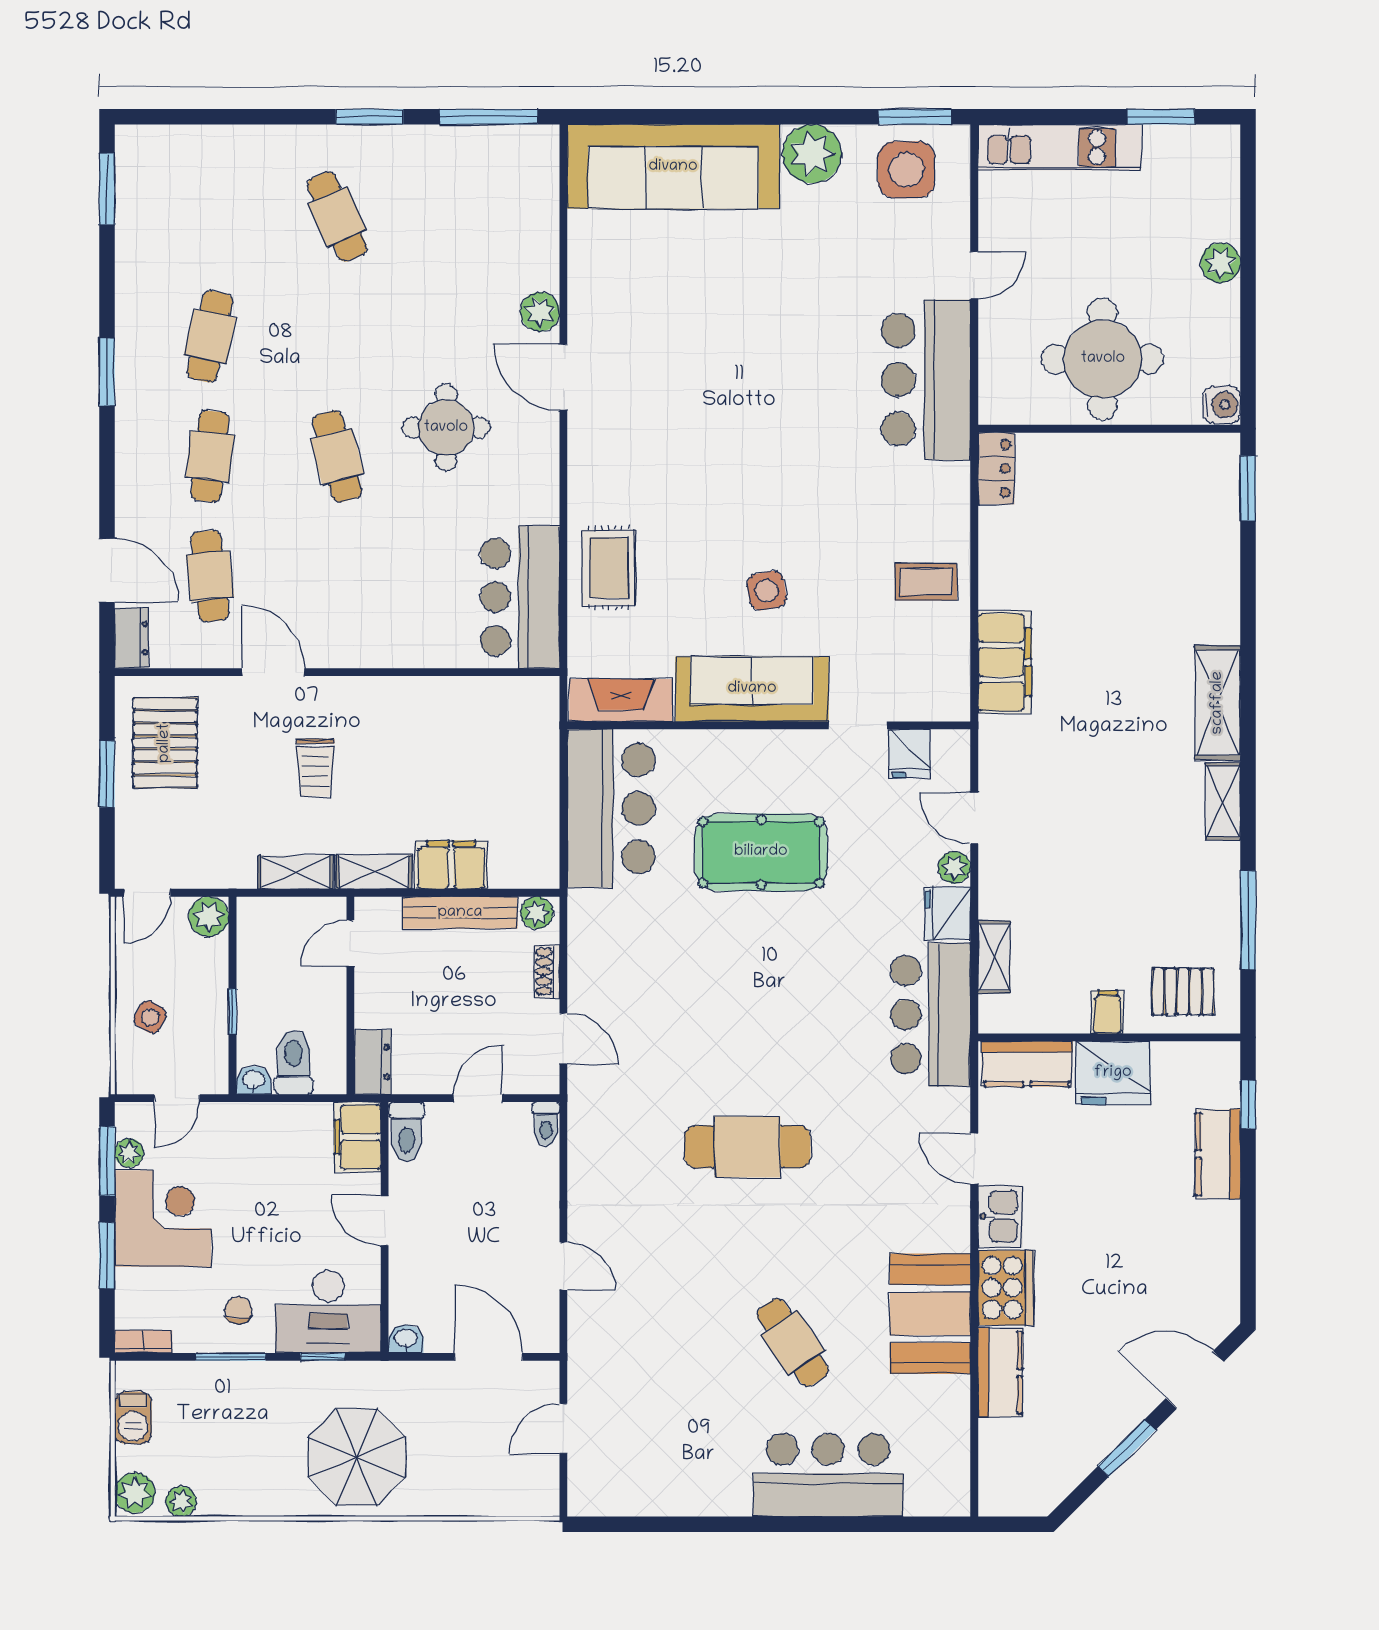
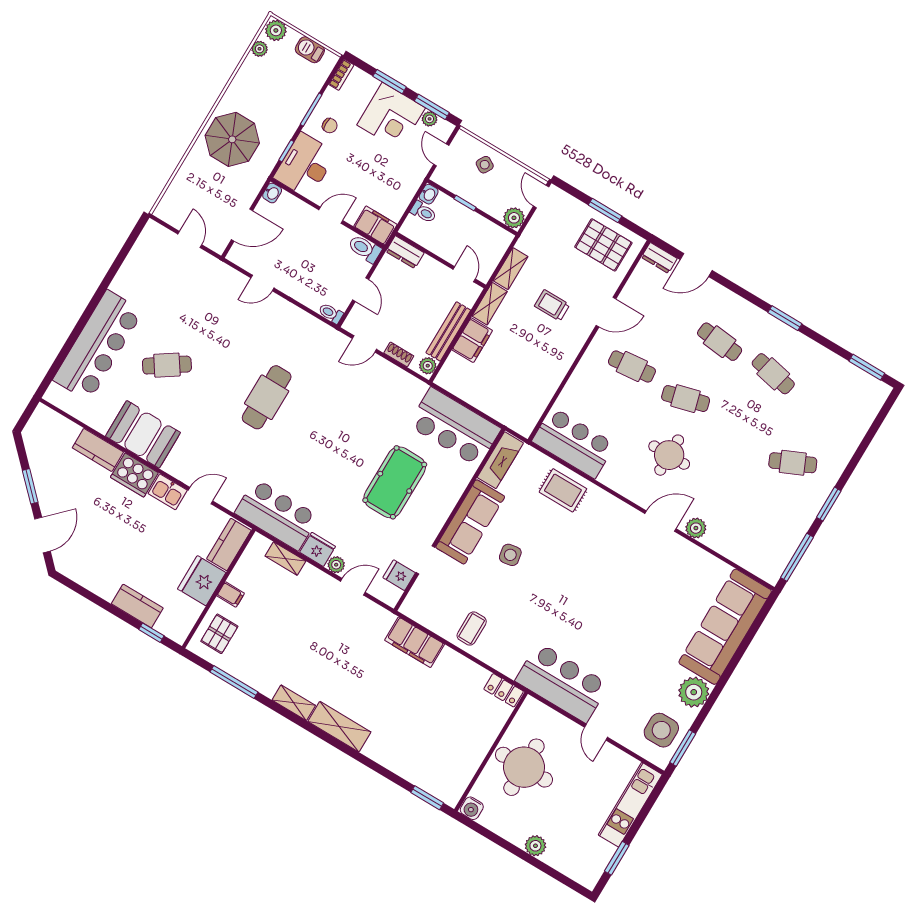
cafe table: (210, 576) -> (632, 366), moved
toilet: (294, 1062) -> (423, 212), width x0.73, depth x0.72
bar counter: (828, 1475) -> (98, 346), width x1.36

